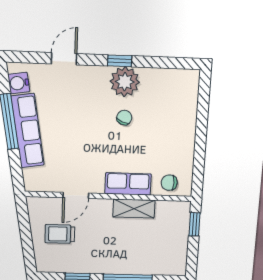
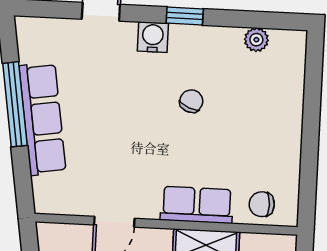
plant: (125, 82) -> (256, 40), moved, width x0.53, depth x0.53
water cooler: (19, 83) -> (153, 37), moved, turned 99

